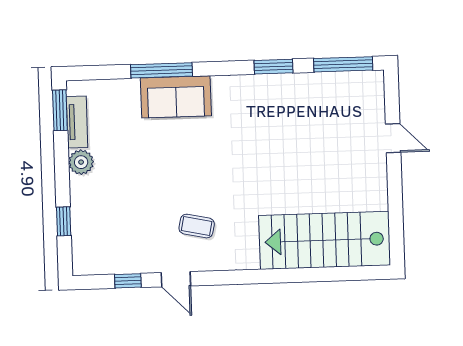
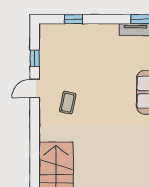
plant: (81, 162) -> (110, 31), removed

